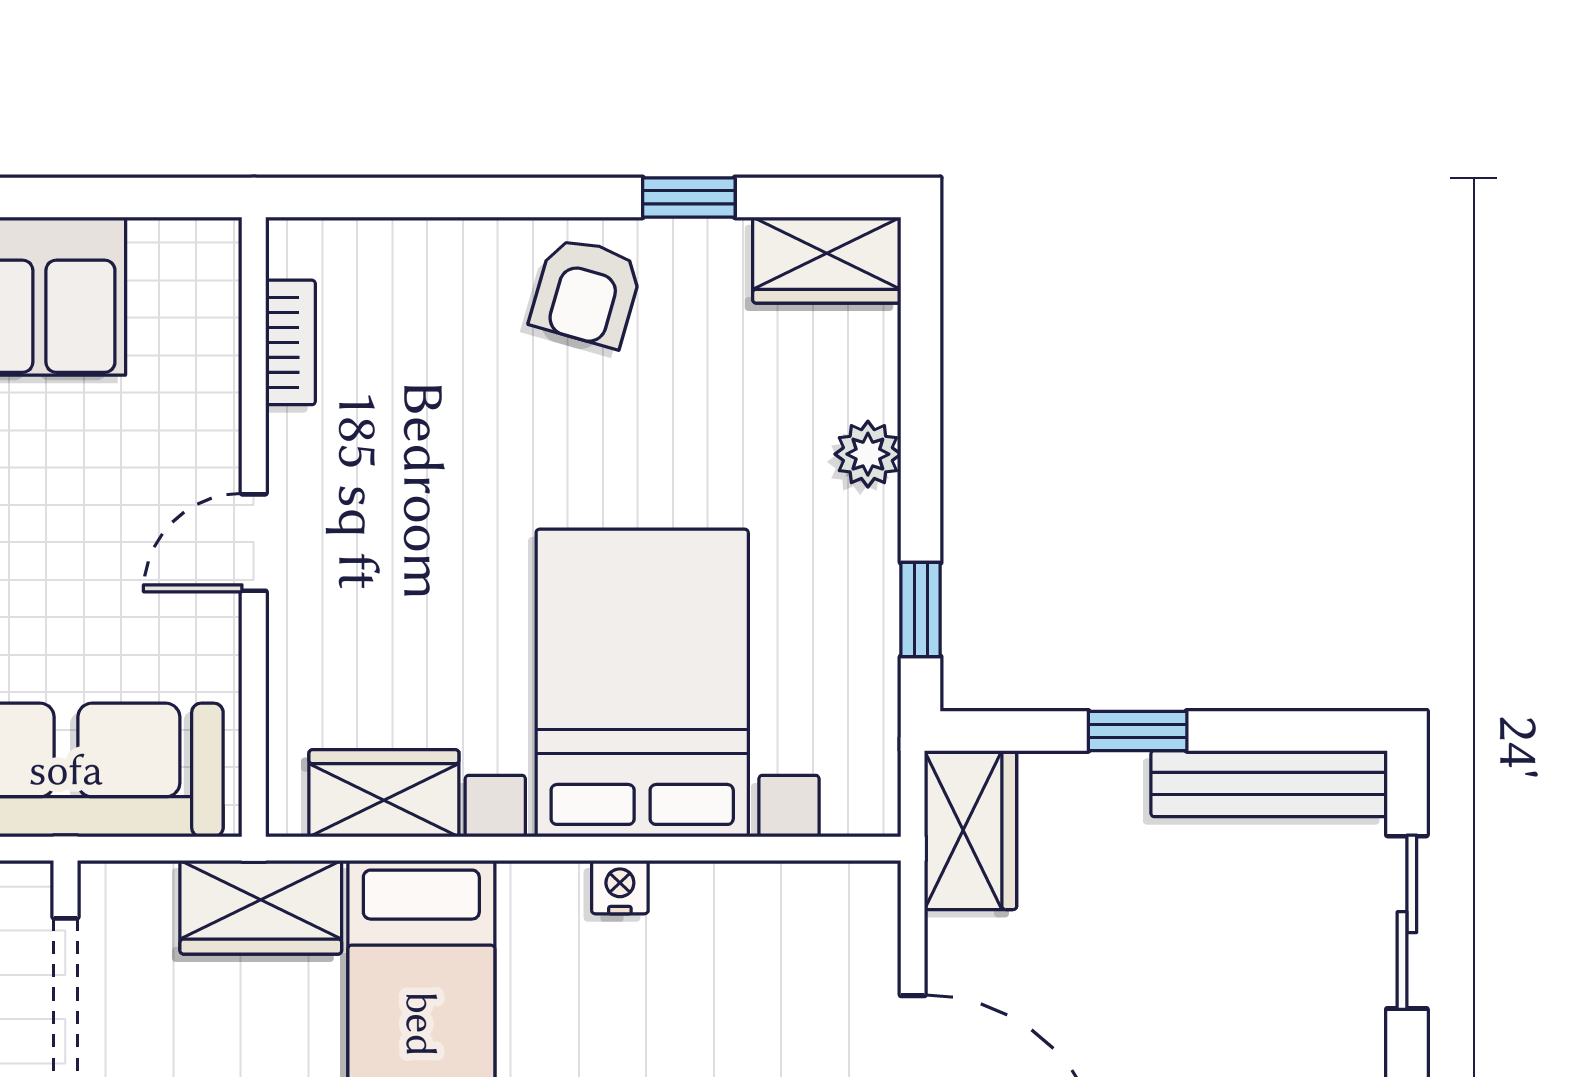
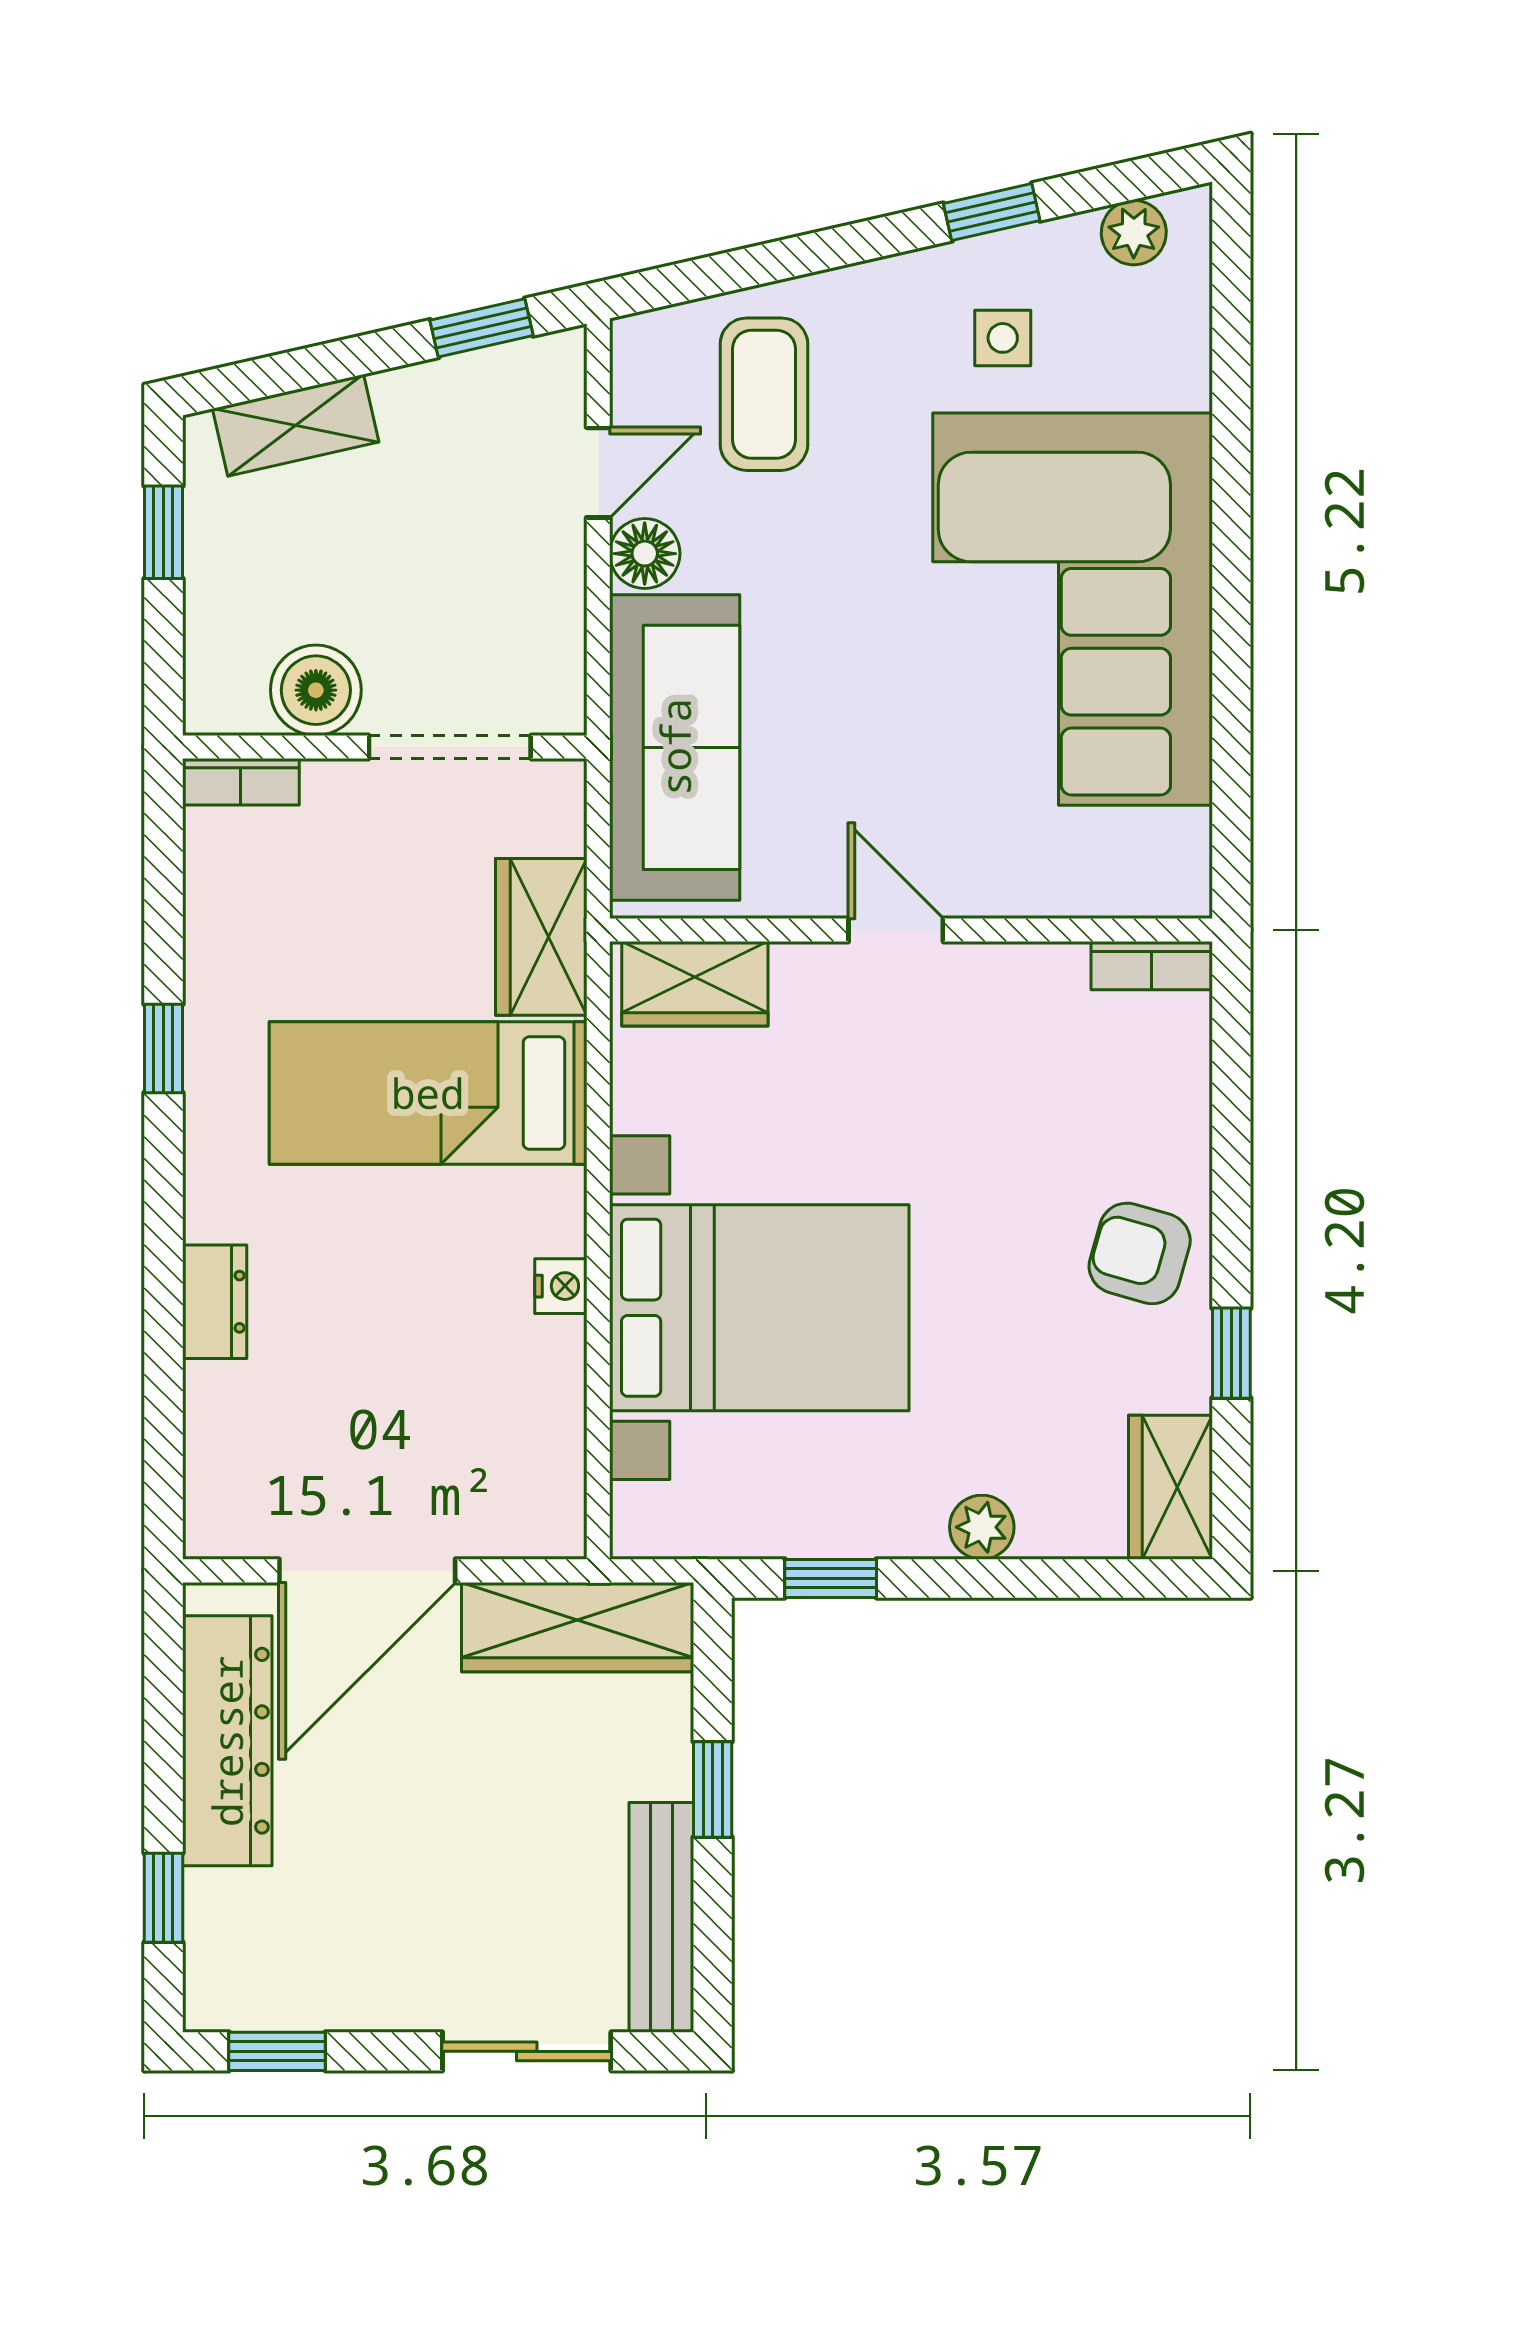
bookcase: (290, 342) -> (1152, 966), moved
wardrobe: (384, 793) -> (695, 984), moved, turned 90
wardrobe: (971, 830) -> (578, 1627), width x1.50

